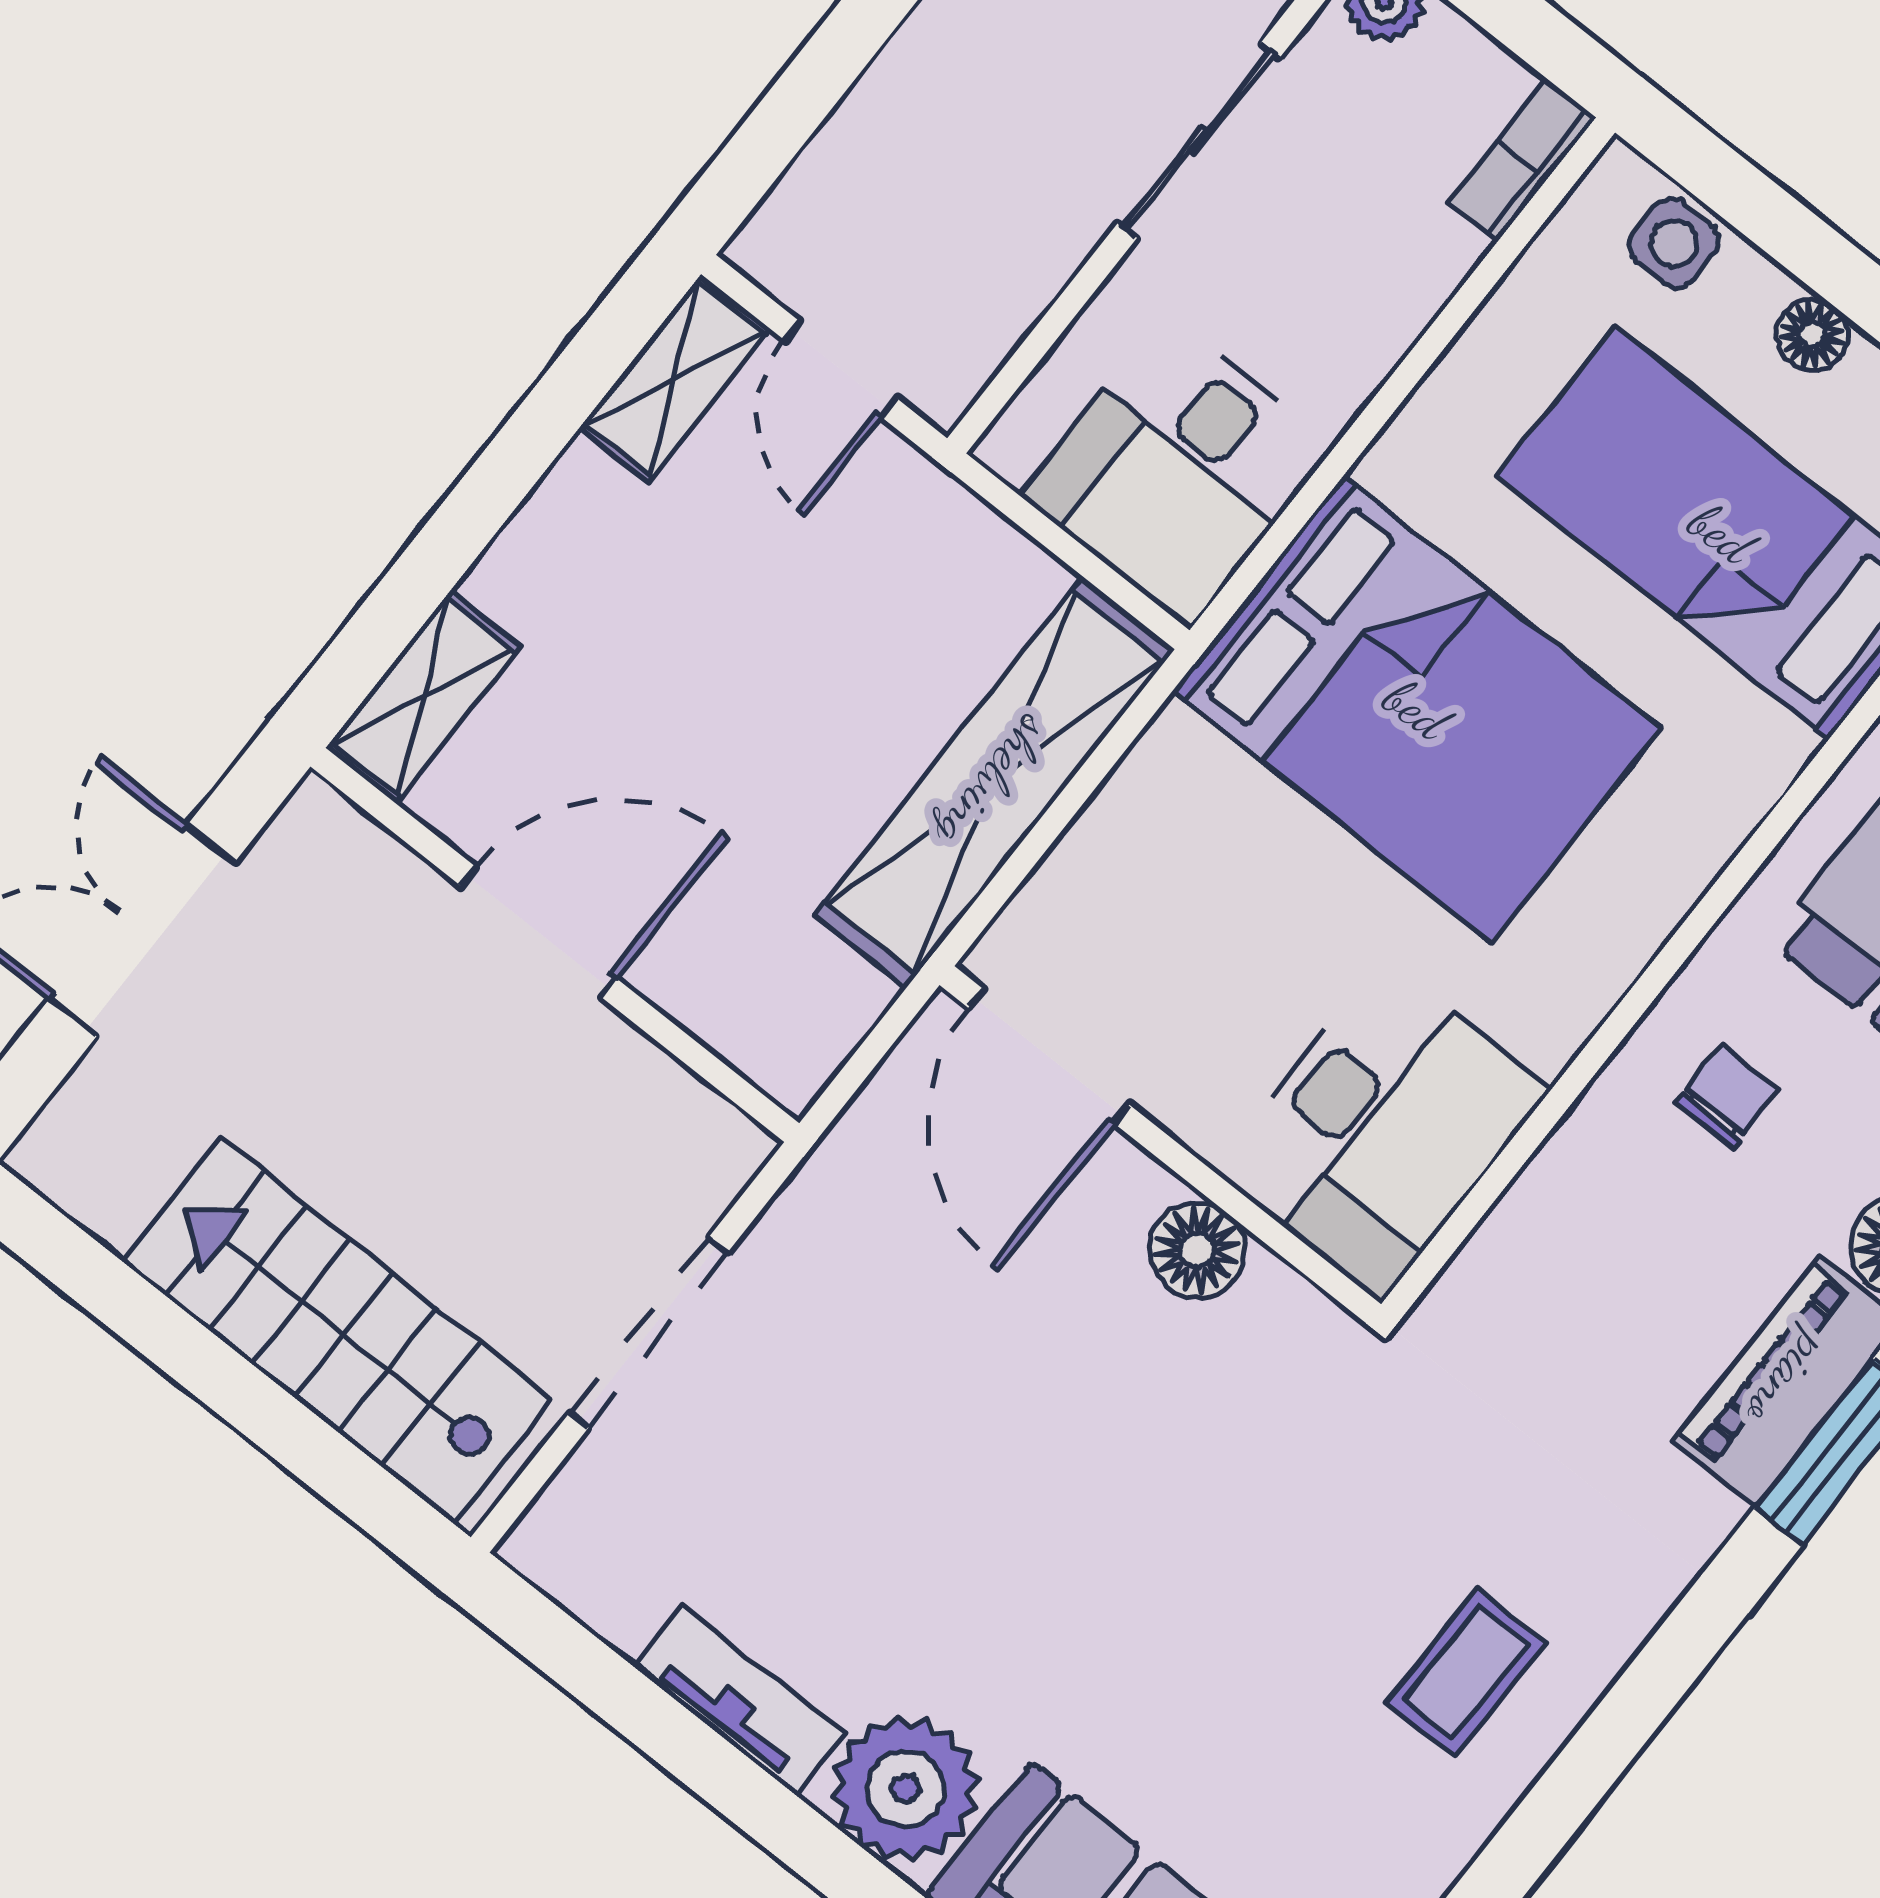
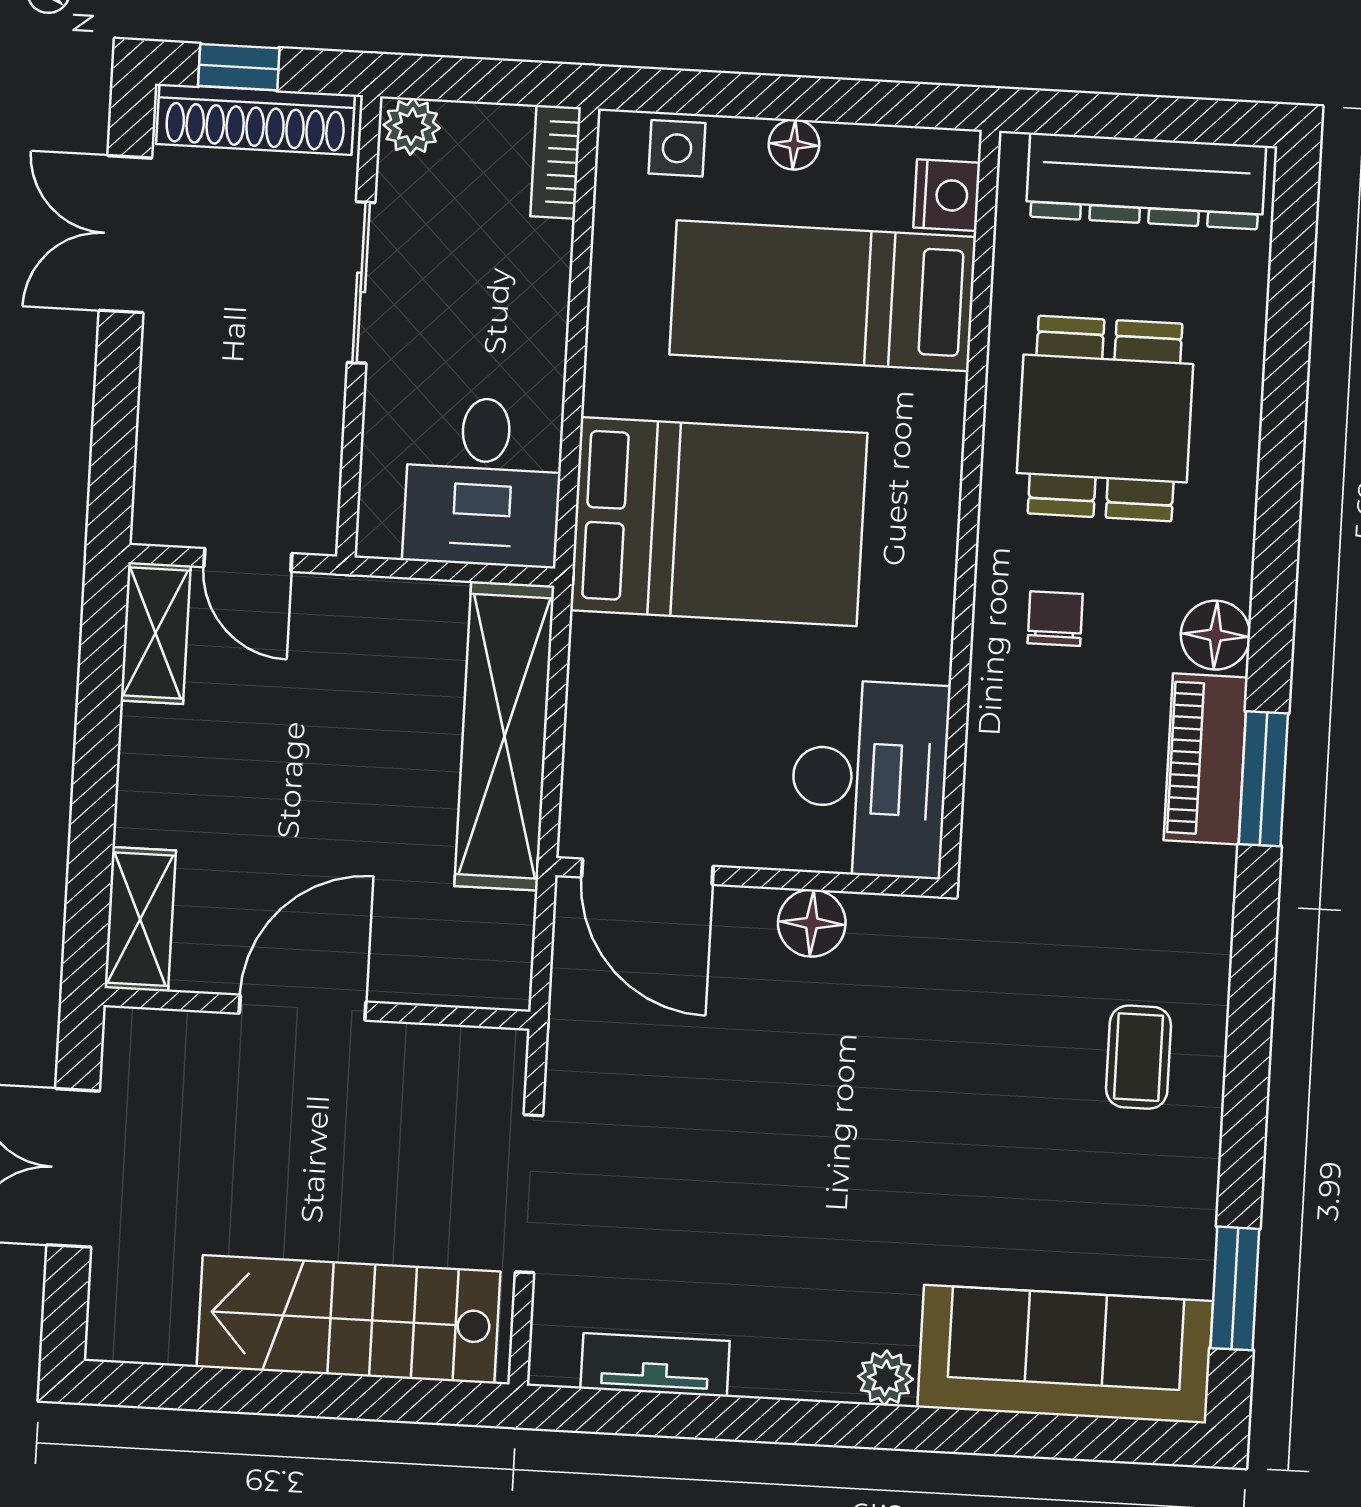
tv unit: (739, 1700) -> (655, 1365), moved
plant: (906, 1789) -> (886, 1378), width x0.53, depth x0.53

